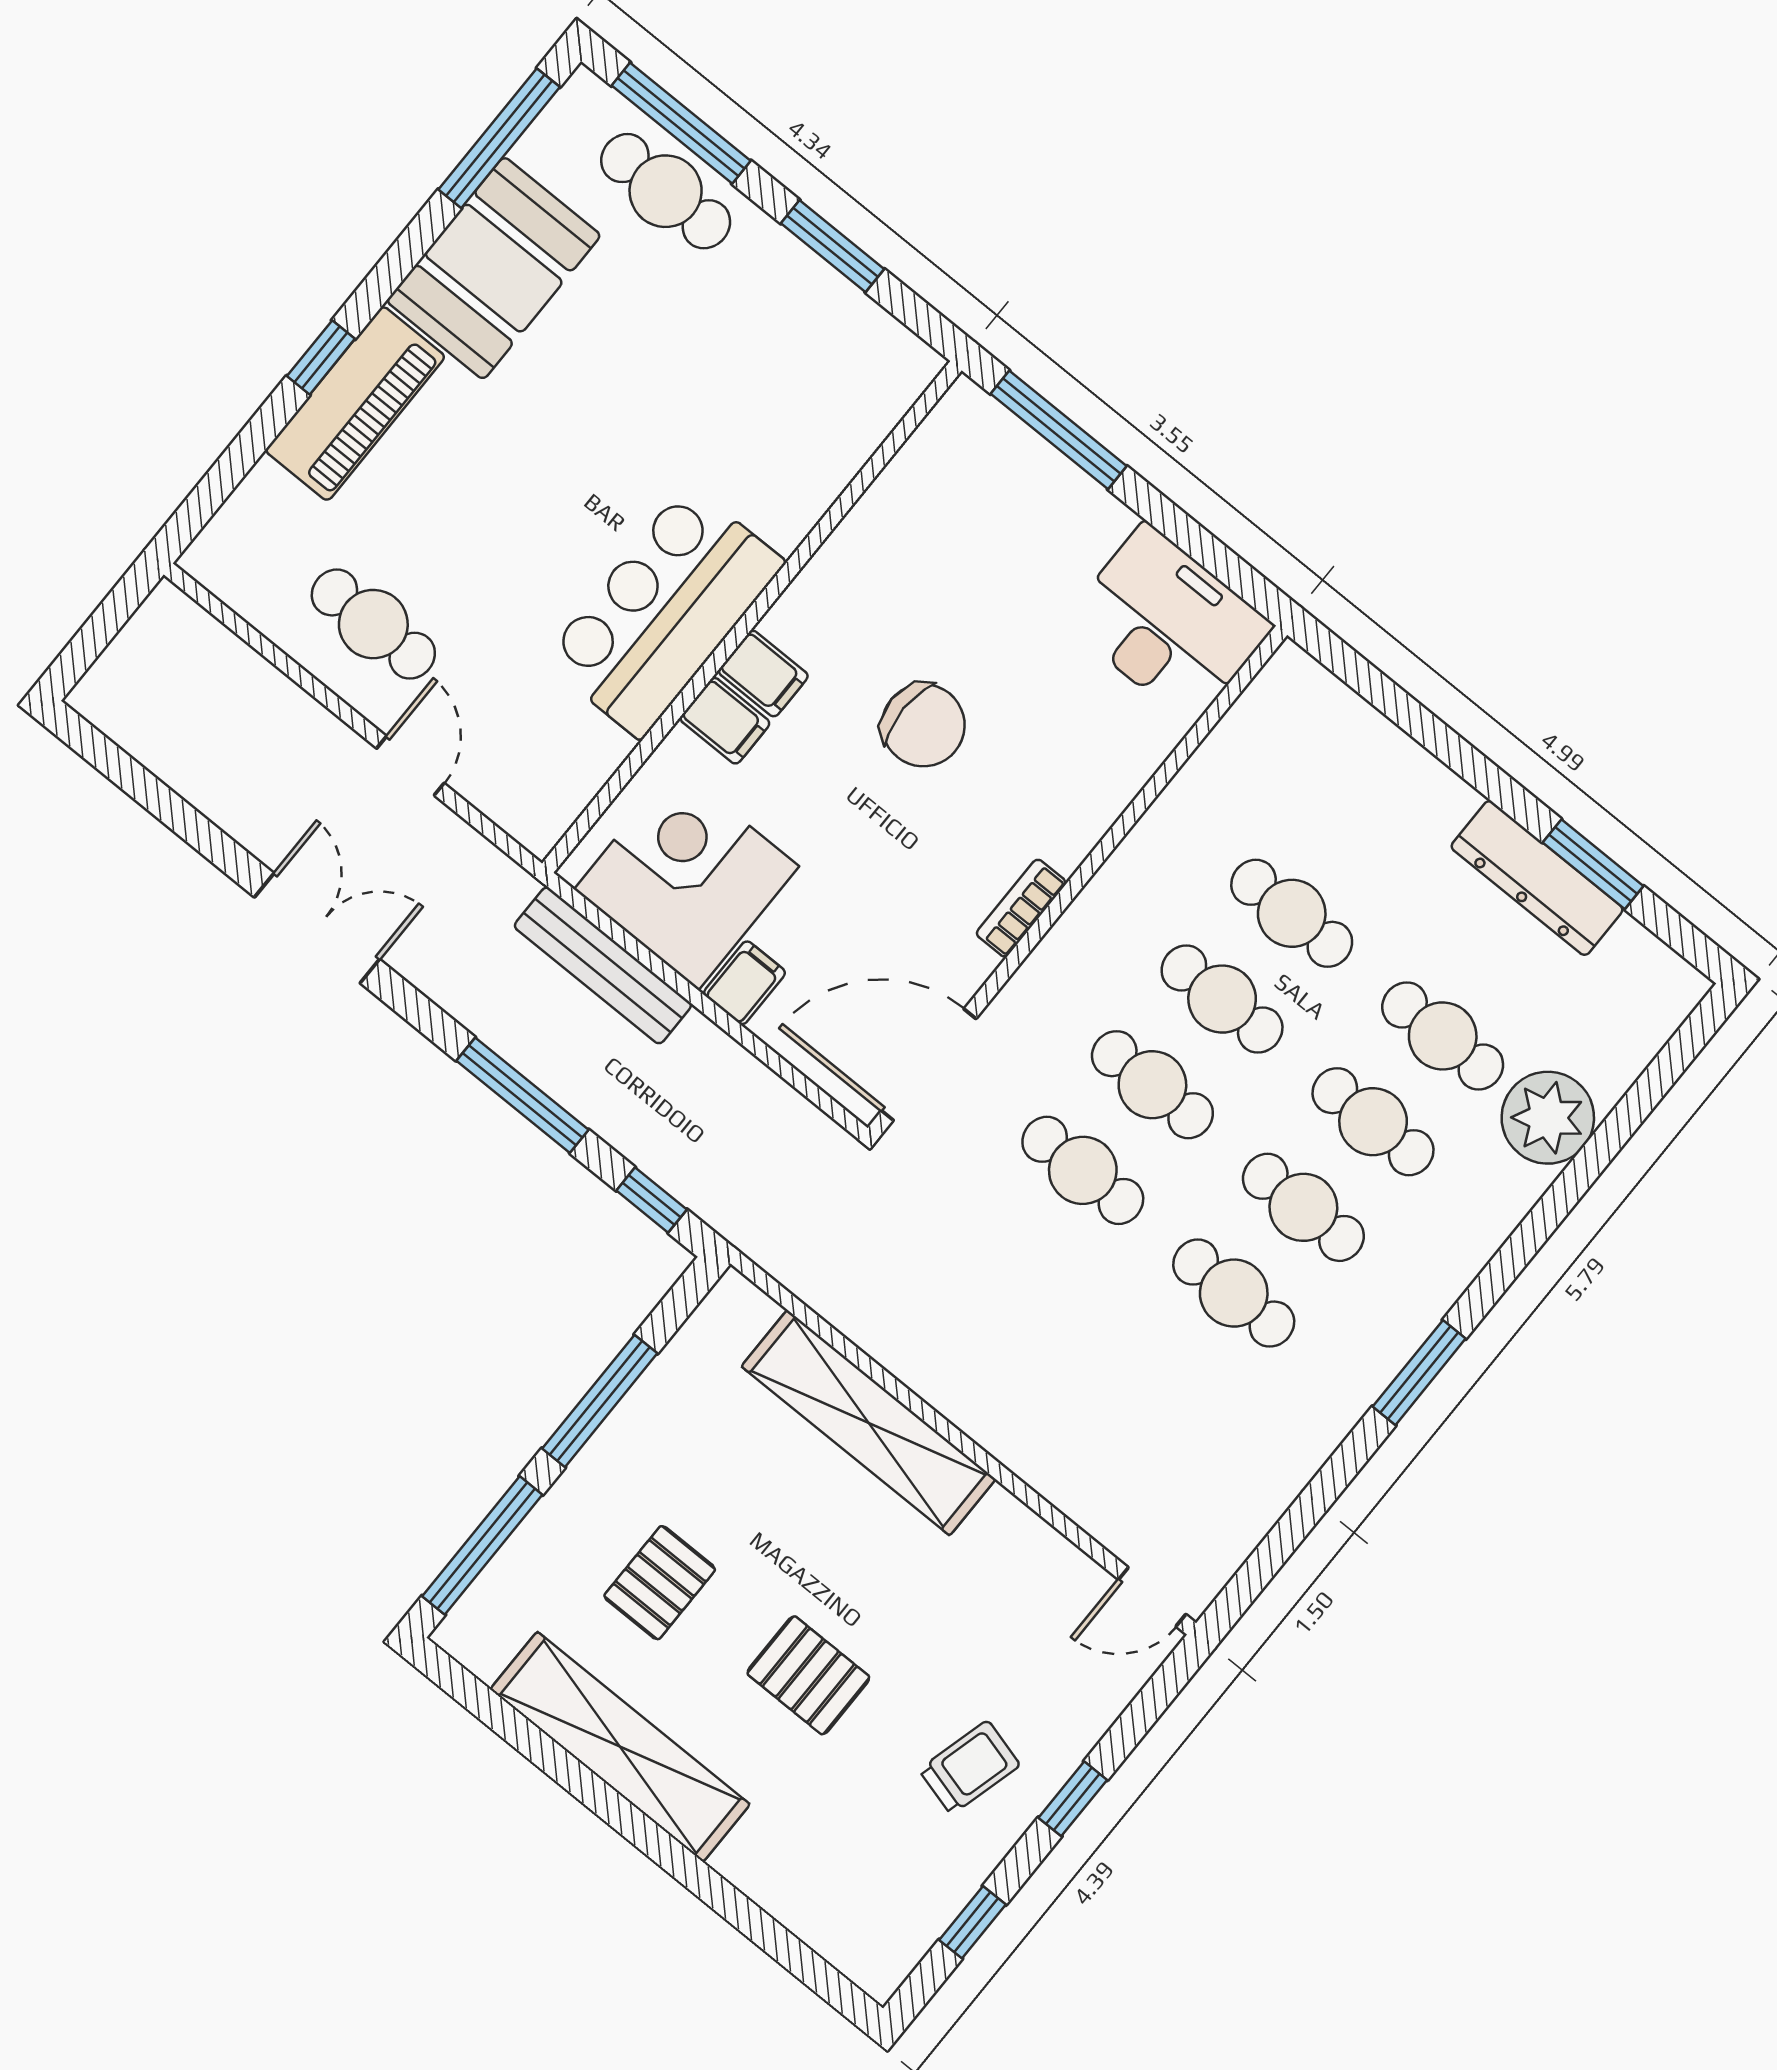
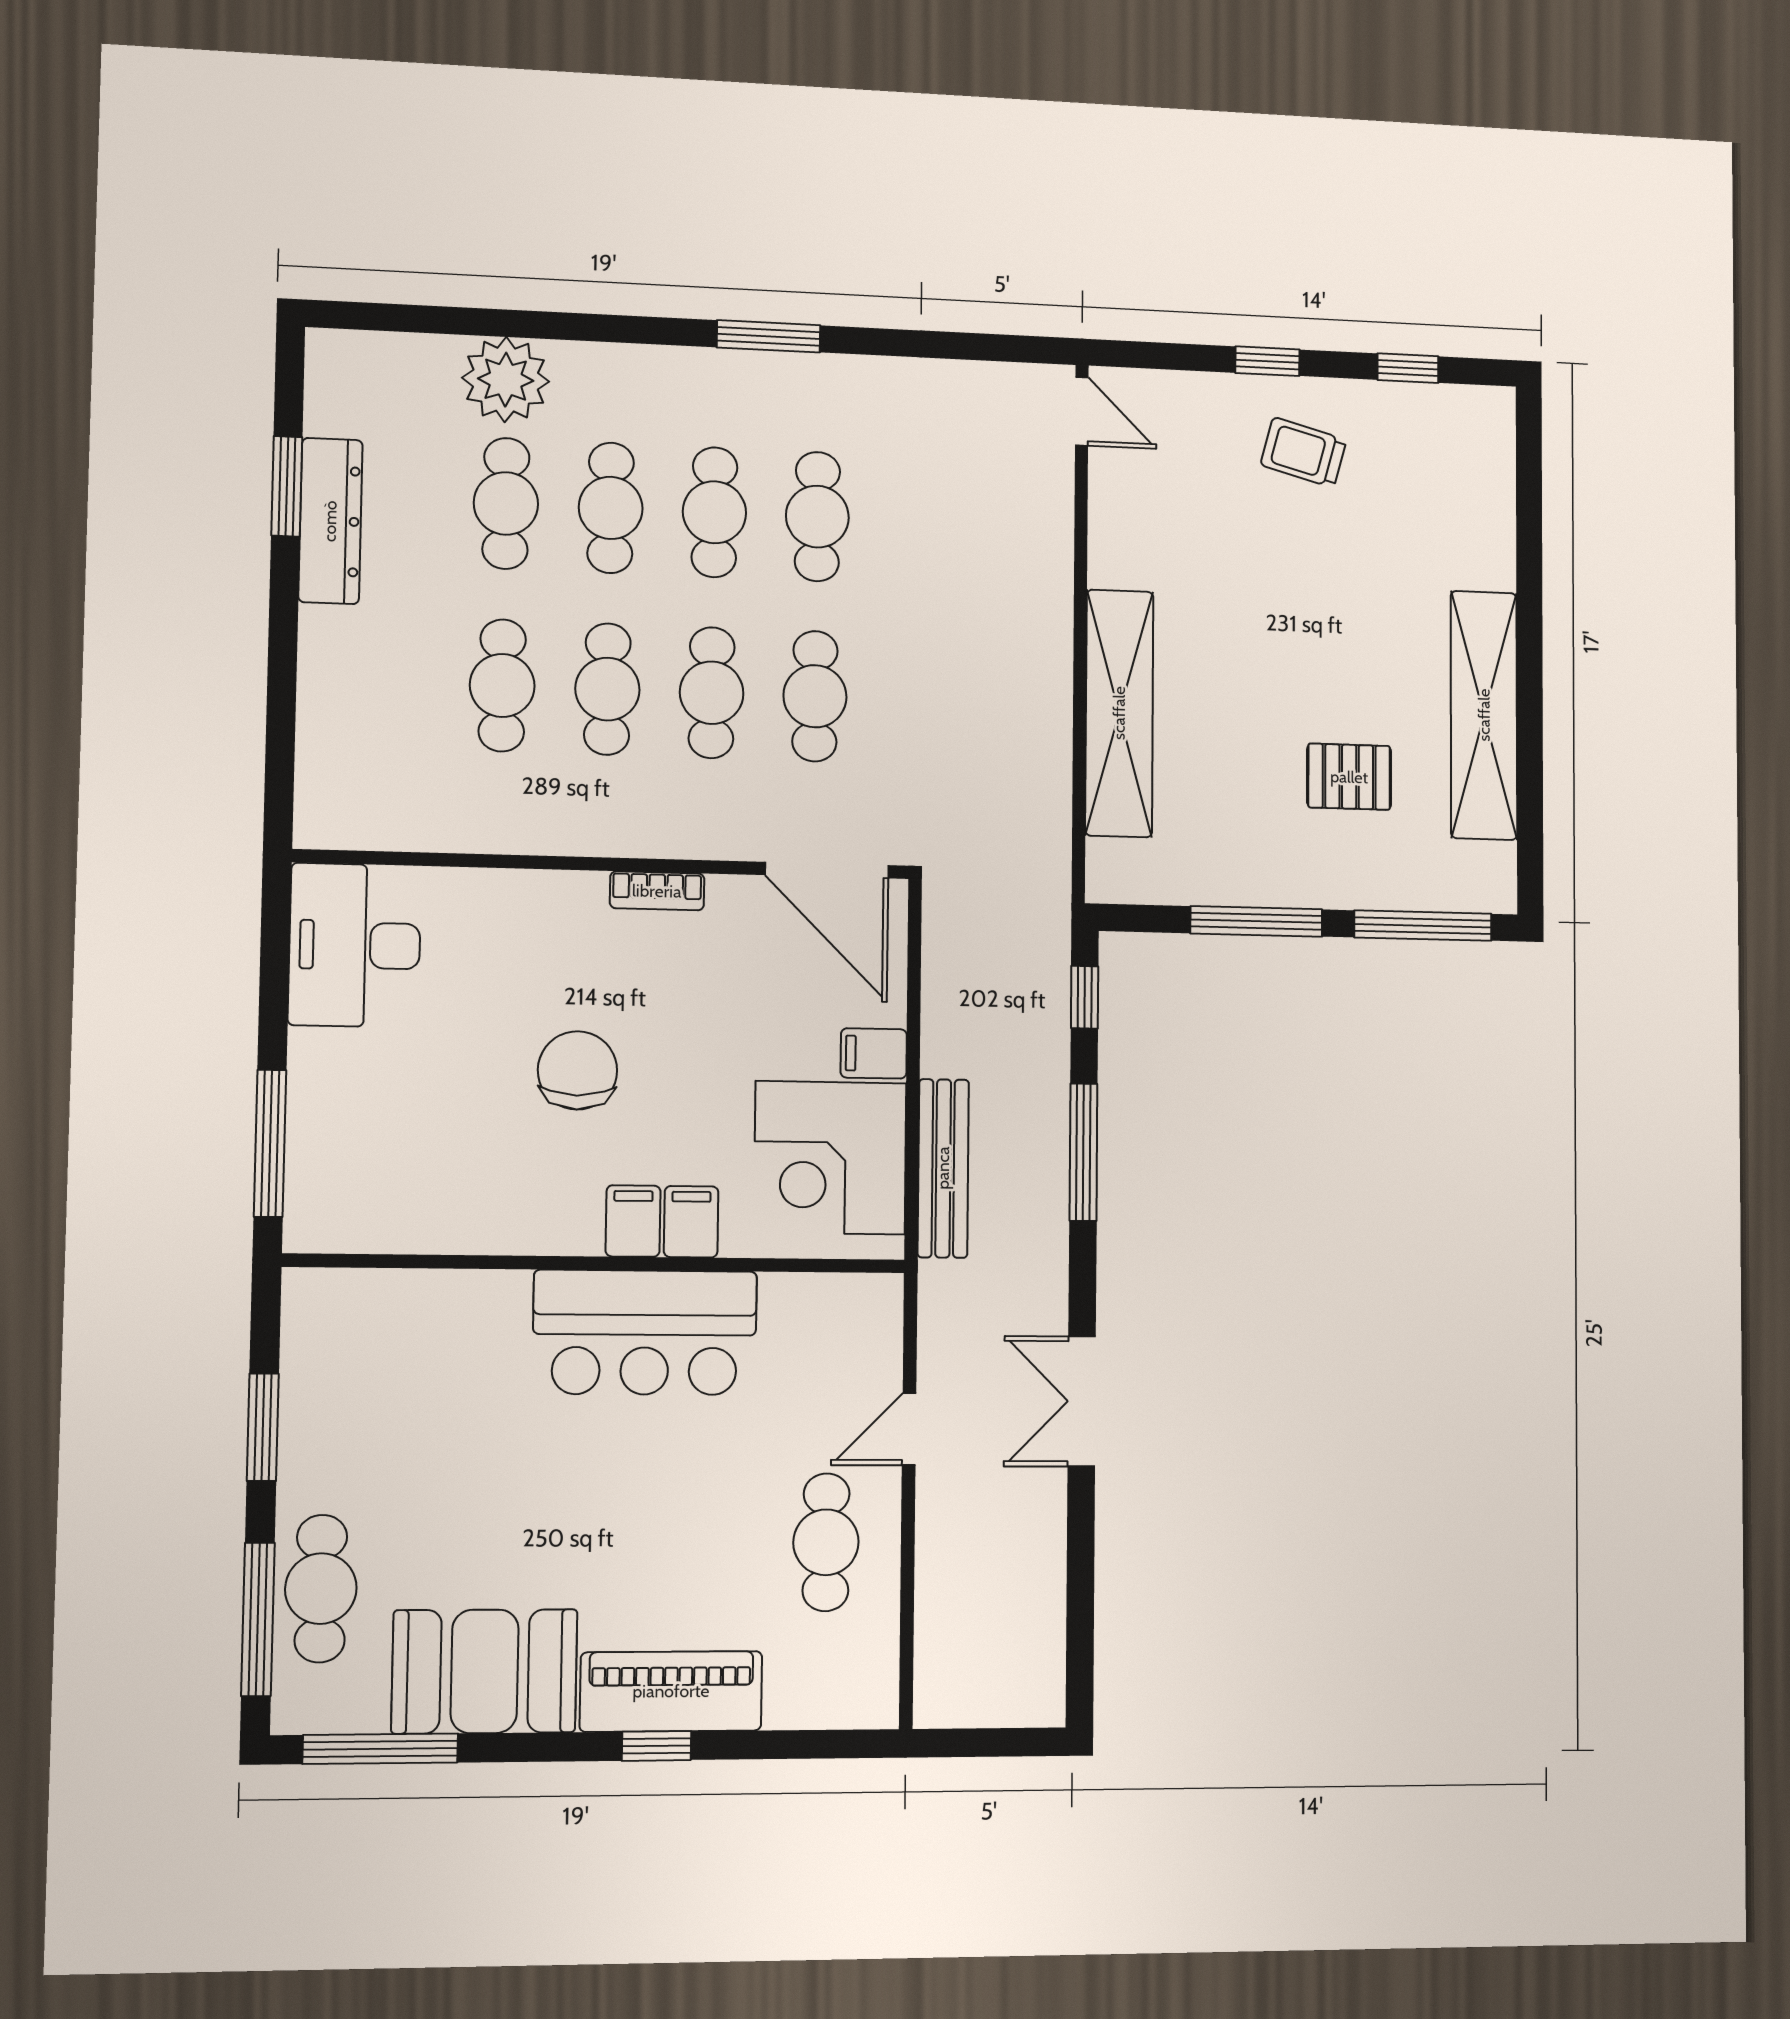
pallet: (808, 1675) -> (1330, 618), removed

